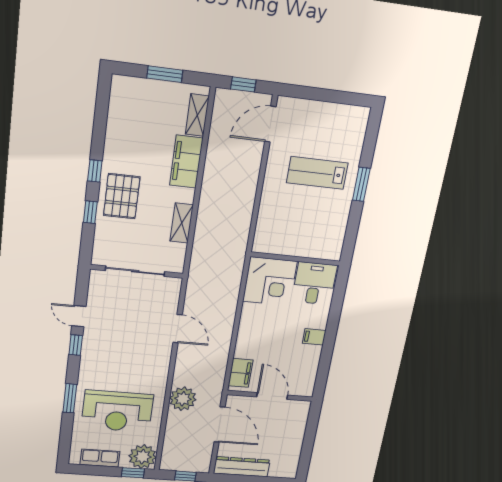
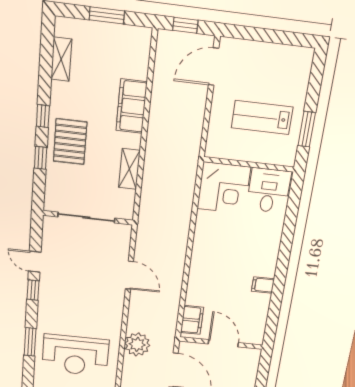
shelving: (197, 115) -> (61, 59), moved
wall: (295, 259) -> (249, 164), moved
corner desk: (270, 281) -> (224, 188), moved
desk: (314, 283) -> (269, 190), moved

